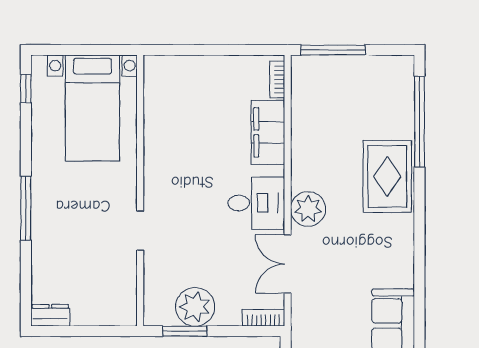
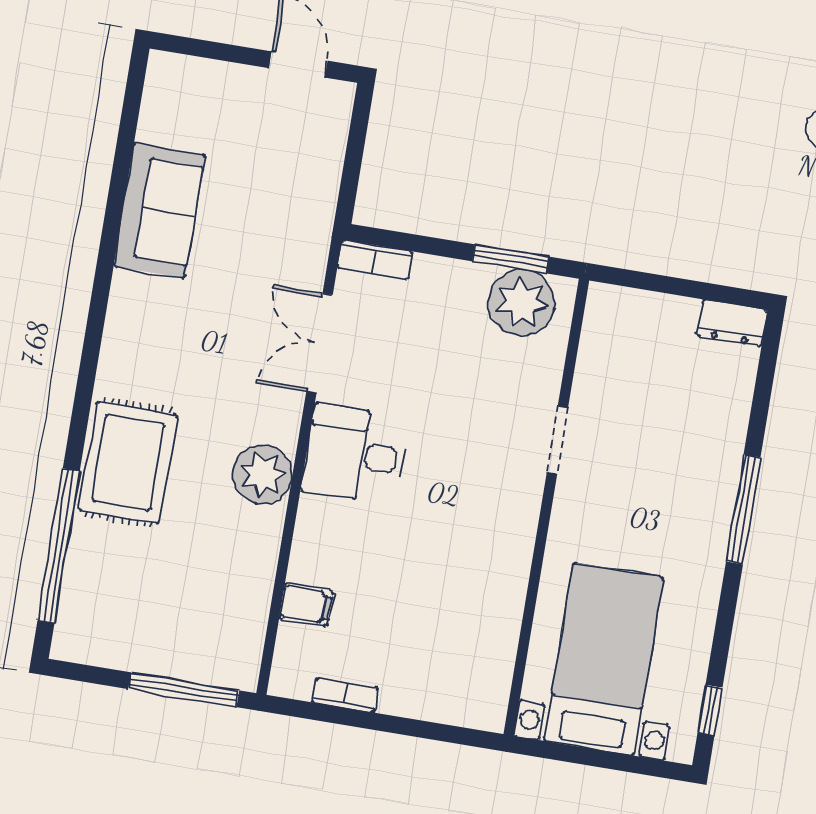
bookcase: (277, 80) -> (345, 695), moved, turned -90
filing cabinet: (268, 132) -> (306, 605), width x0.33, depth x0.86
plant: (308, 209) -> (262, 475), moved
double door: (288, 264) -> (319, 343), swing flipped
plant: (195, 307) -> (521, 303), moved

